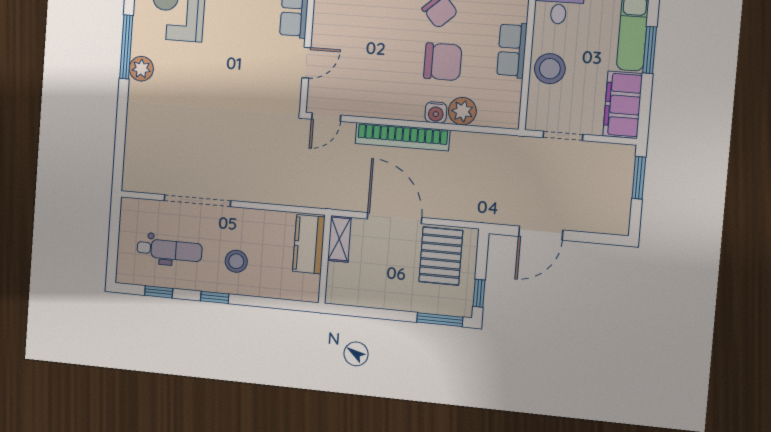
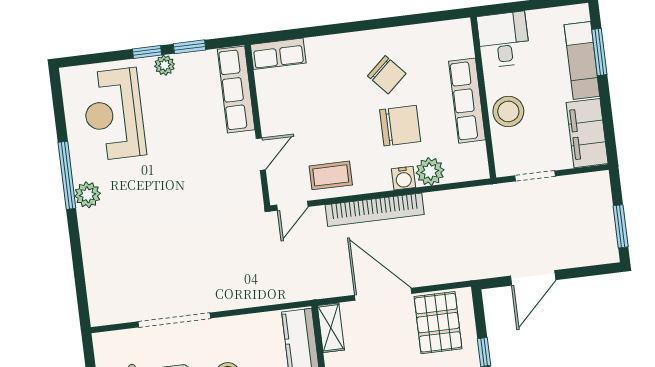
row of seats: (512, 50) -> (467, 101), width x1.48
window: (650, 50) -> (599, 52), moved
coffee table: (368, 96) -> (331, 175), added
window: (639, 178) -> (621, 226), moved

